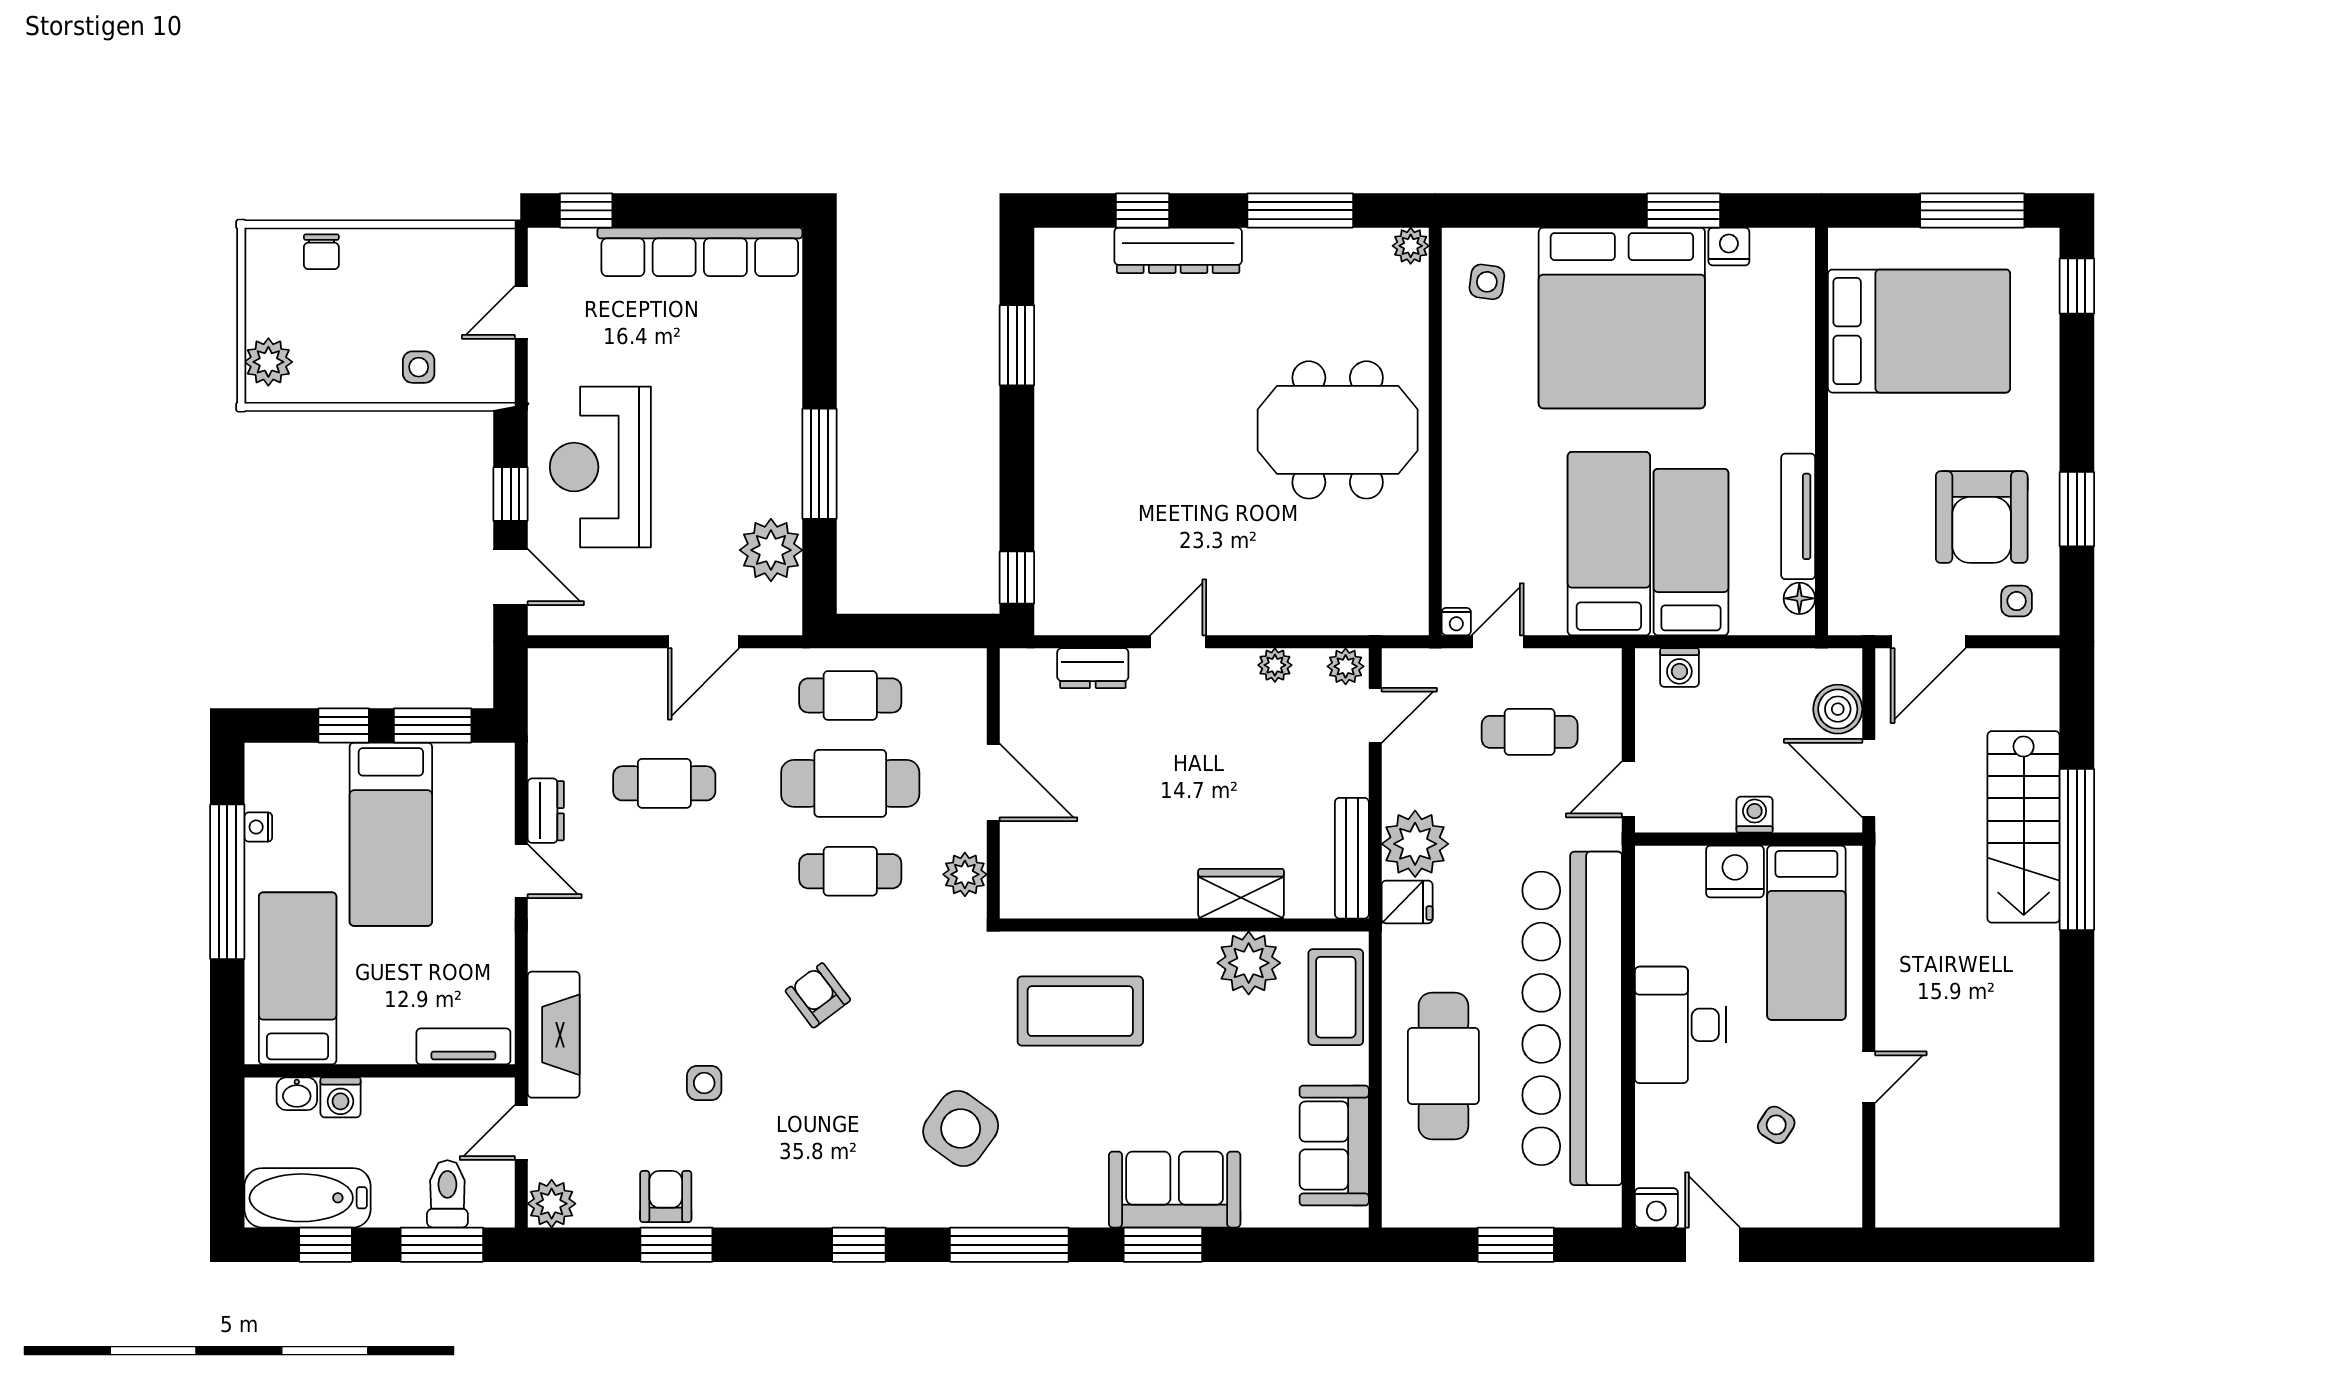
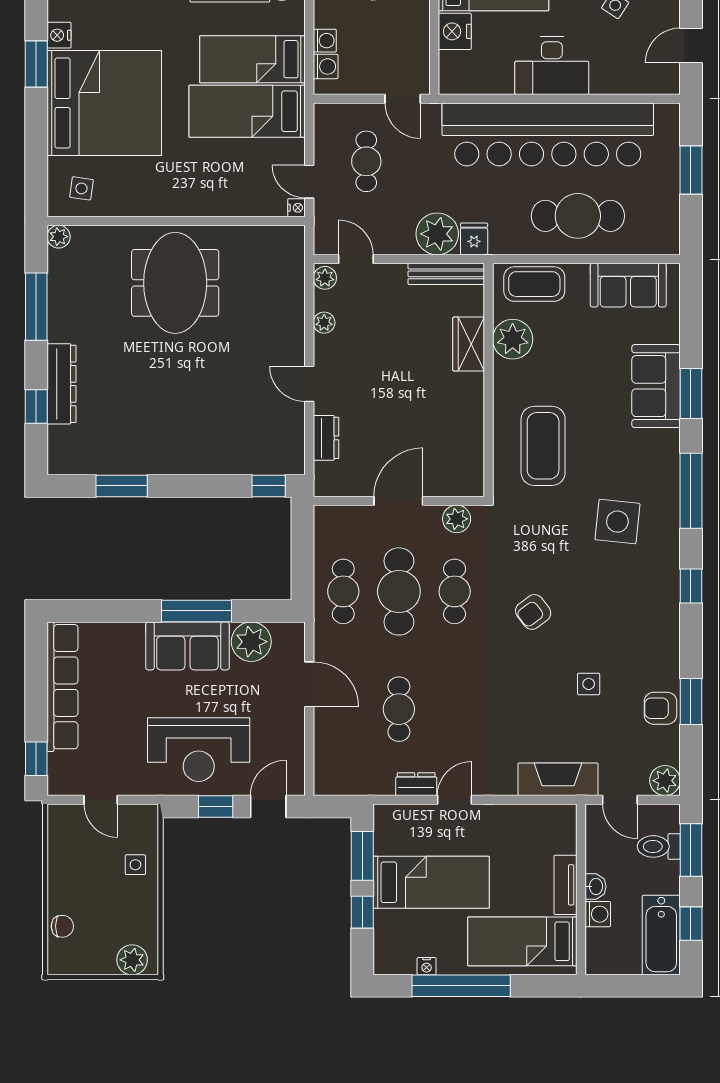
sofa: (764, 449) -> (187, 646), added
washing machine: (1755, 815) -> (325, 41), moved, turned 180
tv unit: (463, 1046) -> (565, 885), moved
washbasin: (297, 1094) -> (595, 886), moved
side table: (961, 1129) -> (617, 522), turned -30
nightstand: (1656, 1208) -> (668, 81), removed

